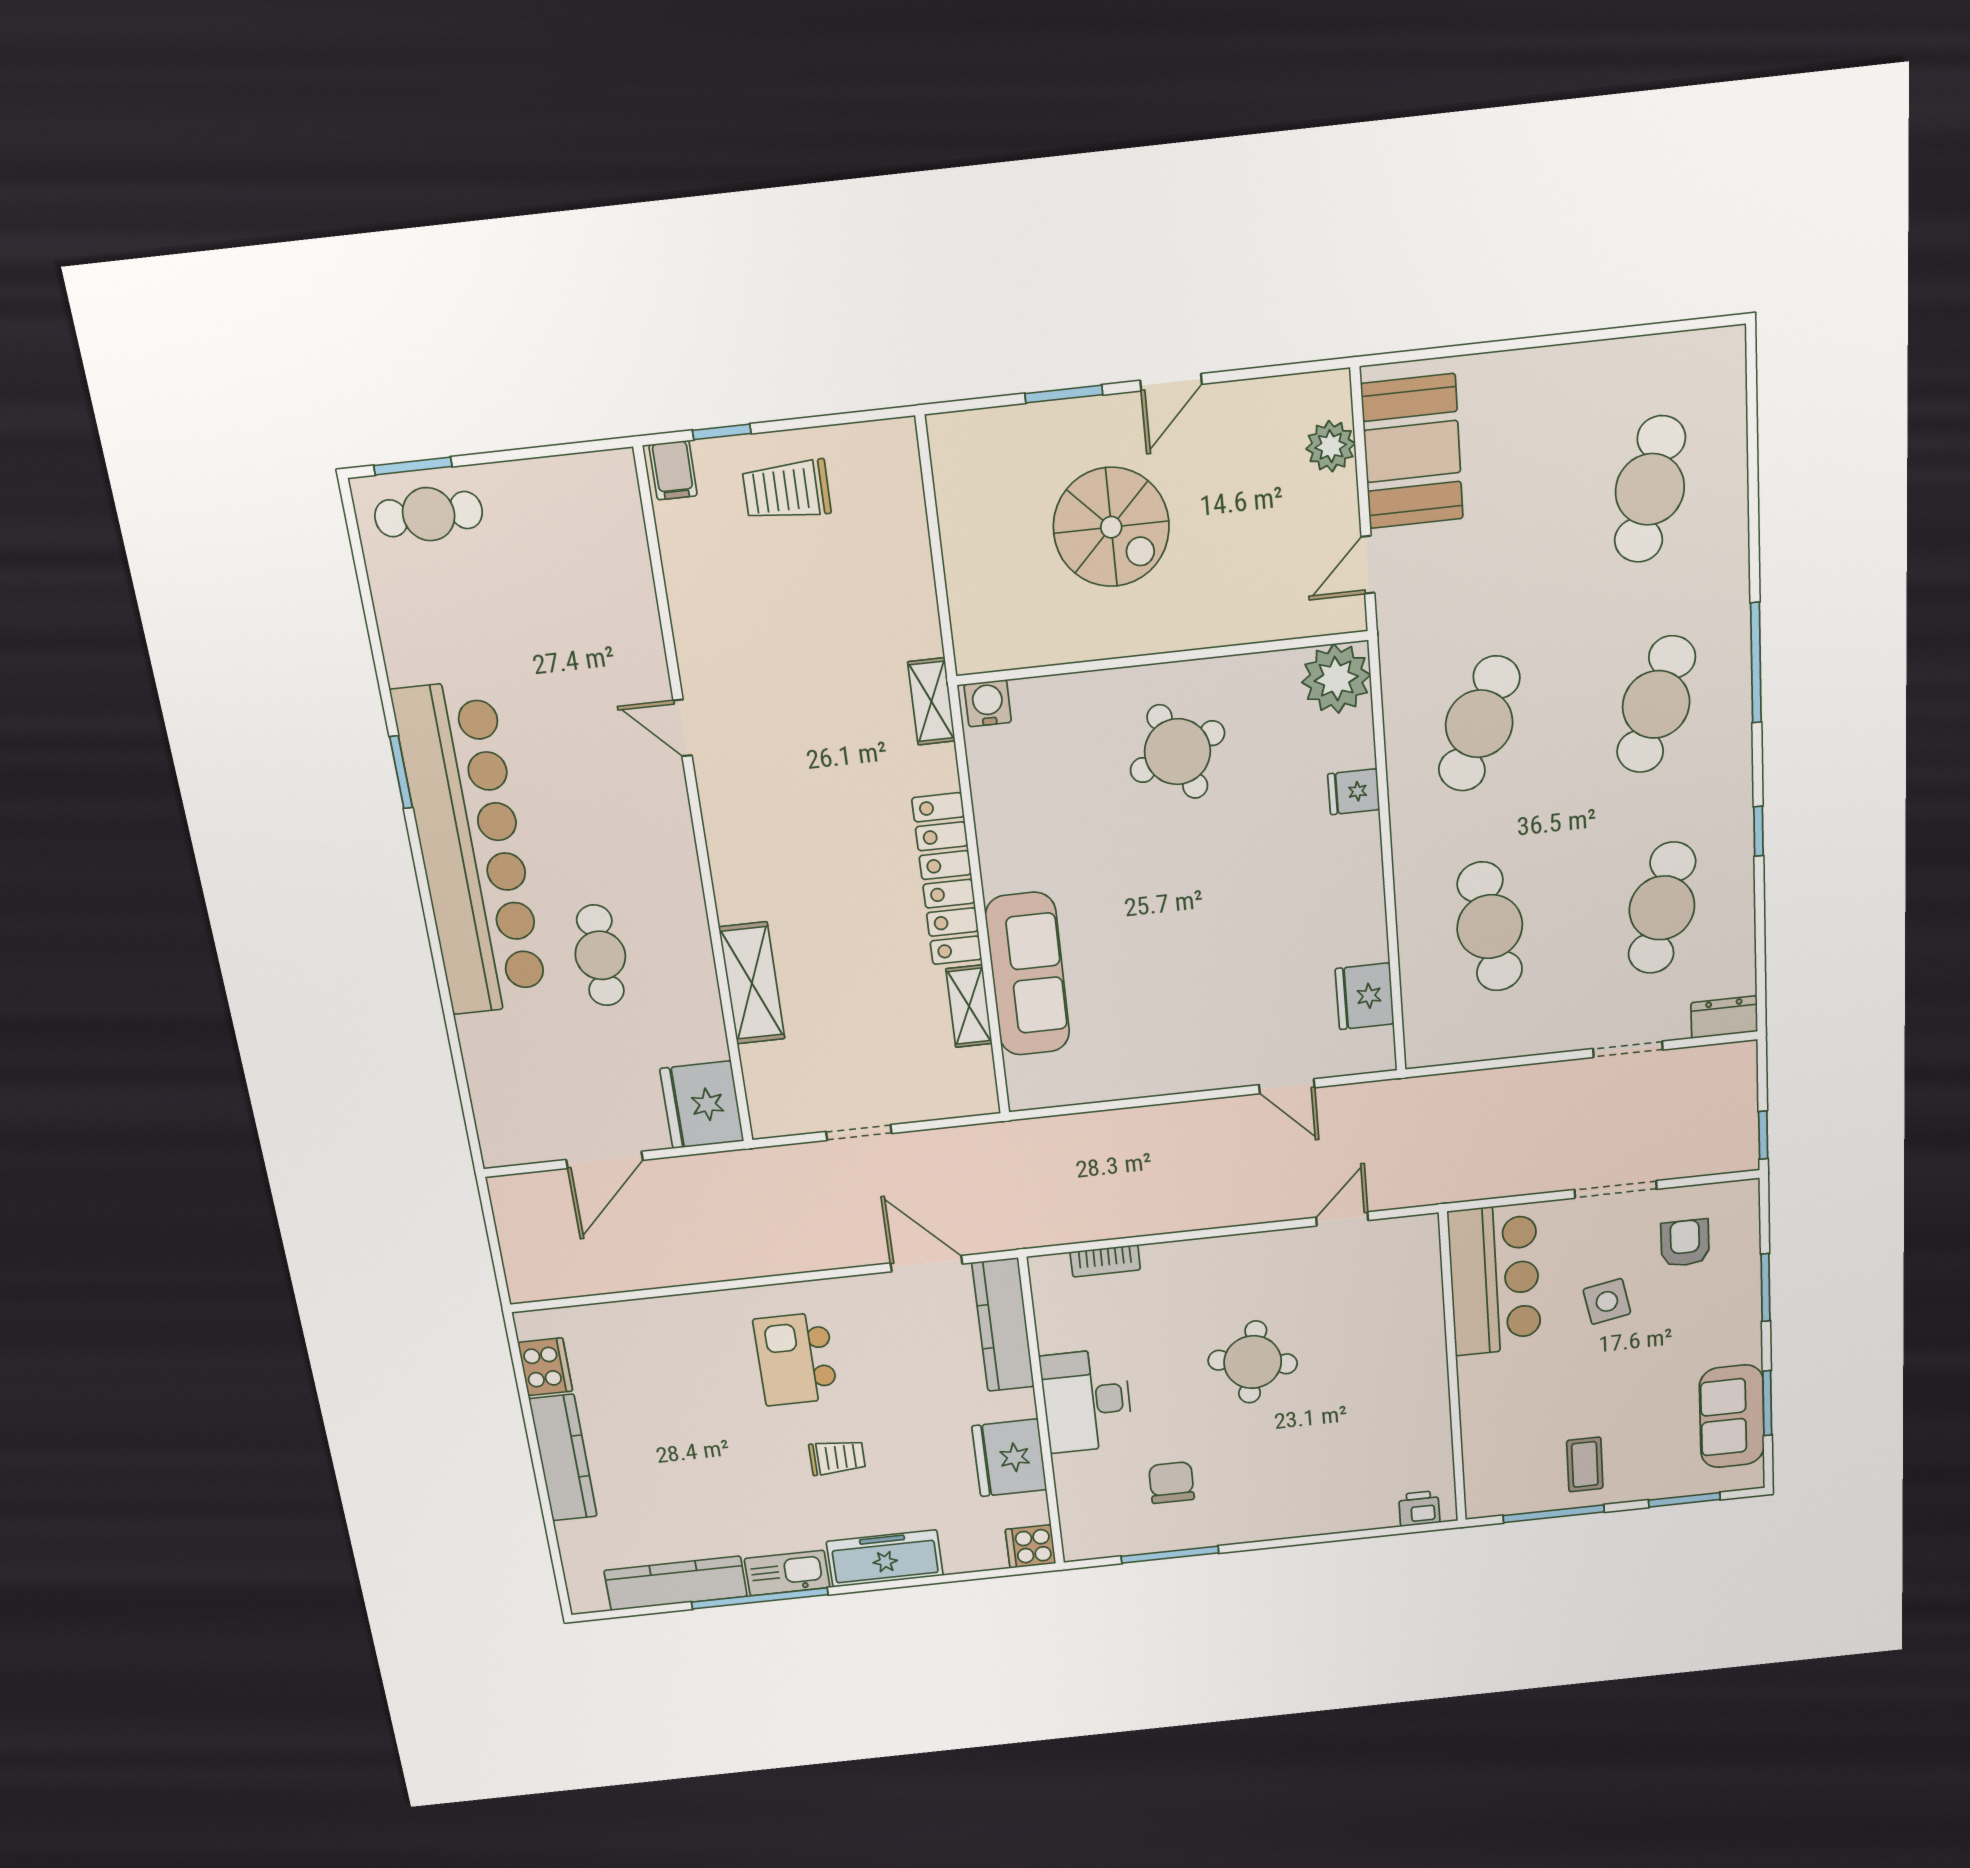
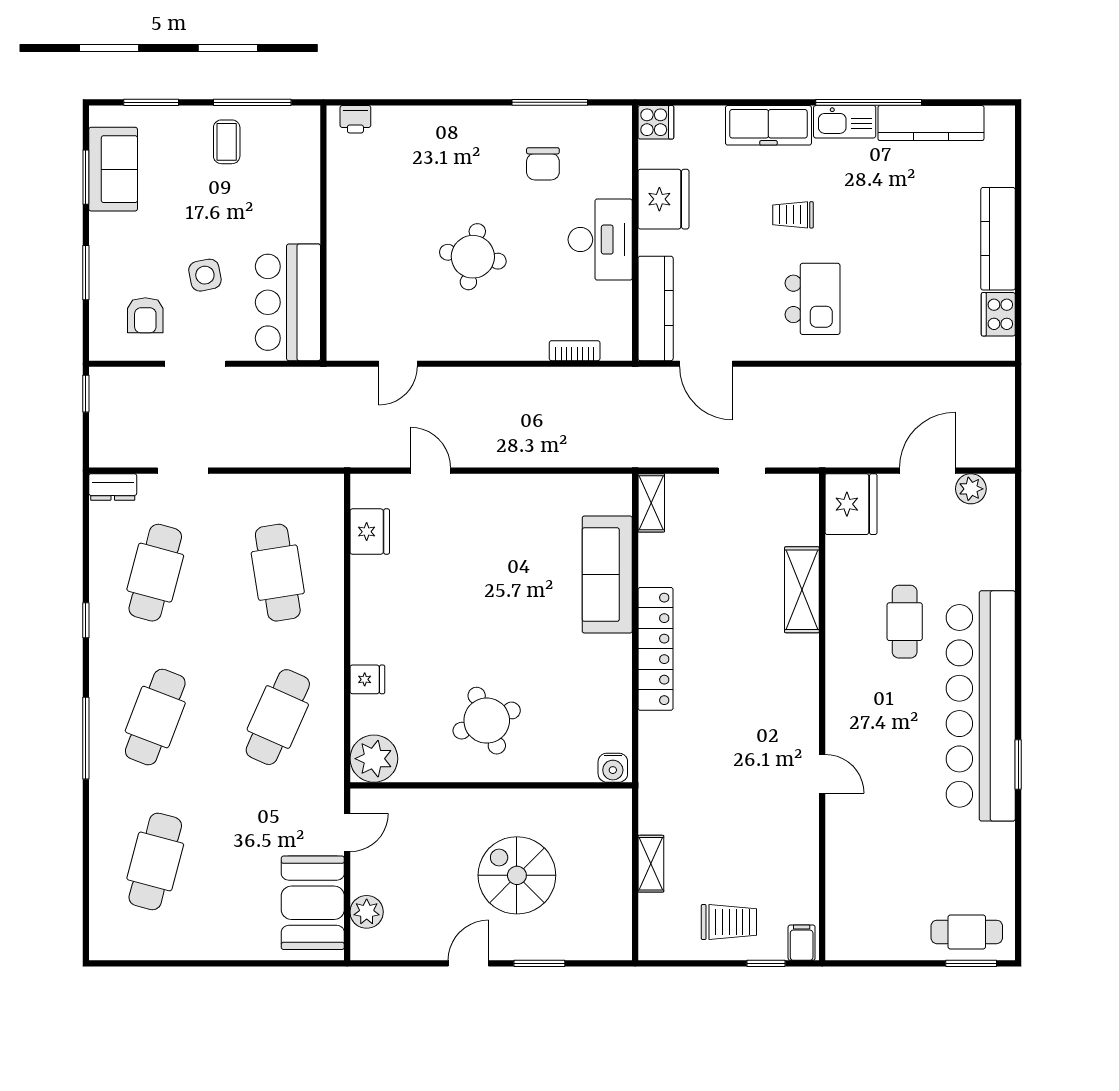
shelving: (931, 701) -> (651, 864), moved
shelving: (969, 1006) -> (651, 503), moved
plant: (540, 1143) -> (971, 489), added

